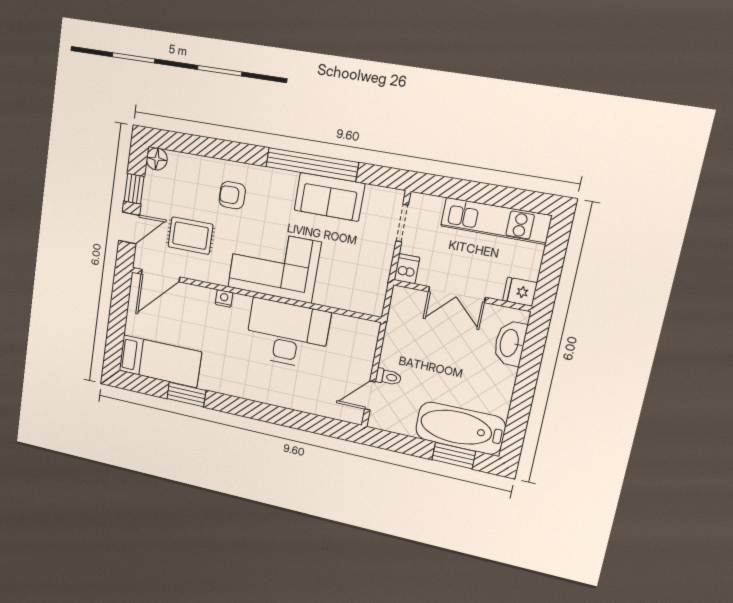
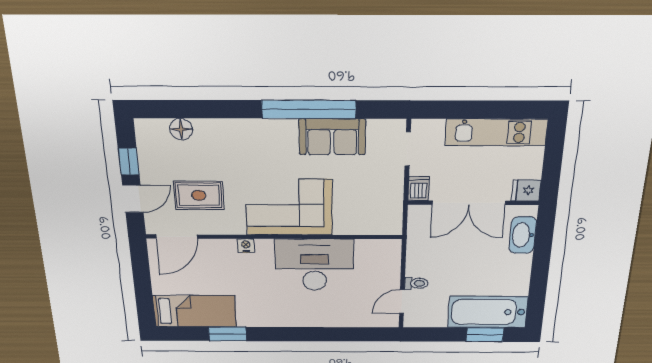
floor lamp: (157, 159) -> (181, 129), moved
armchair: (232, 195) -> (233, 151), removed
double door: (457, 294) -> (469, 203), width x1.37

